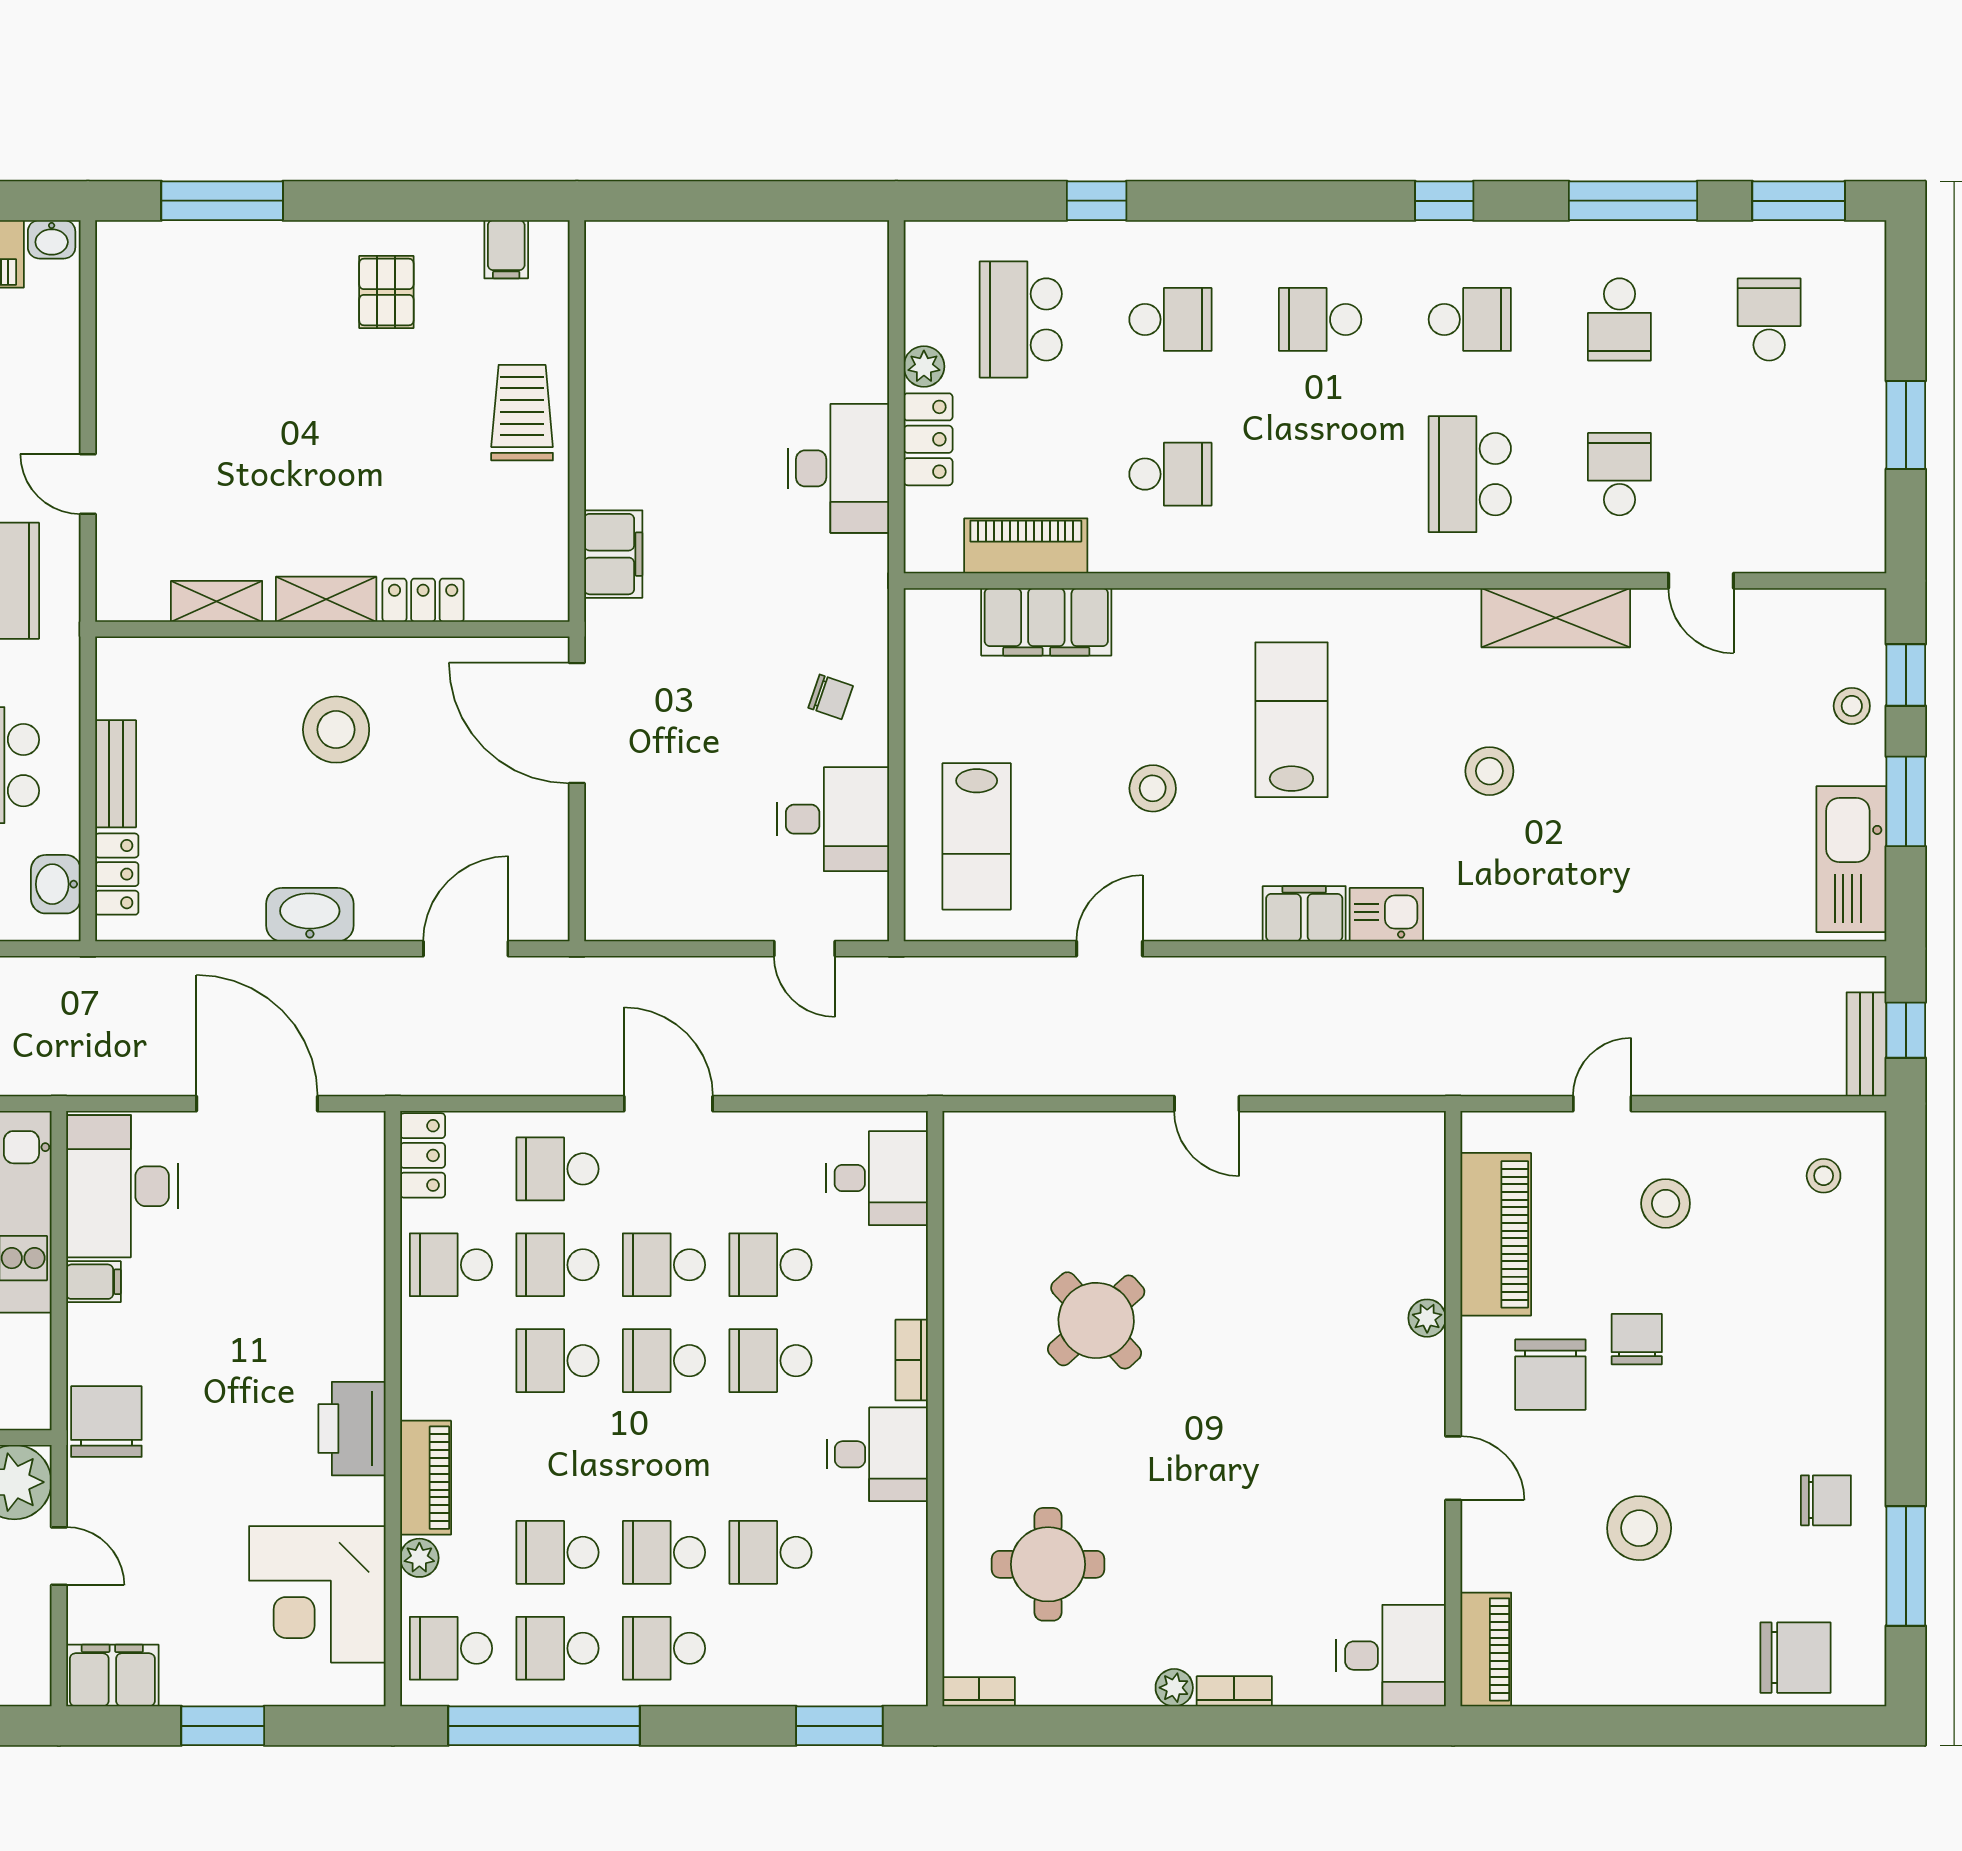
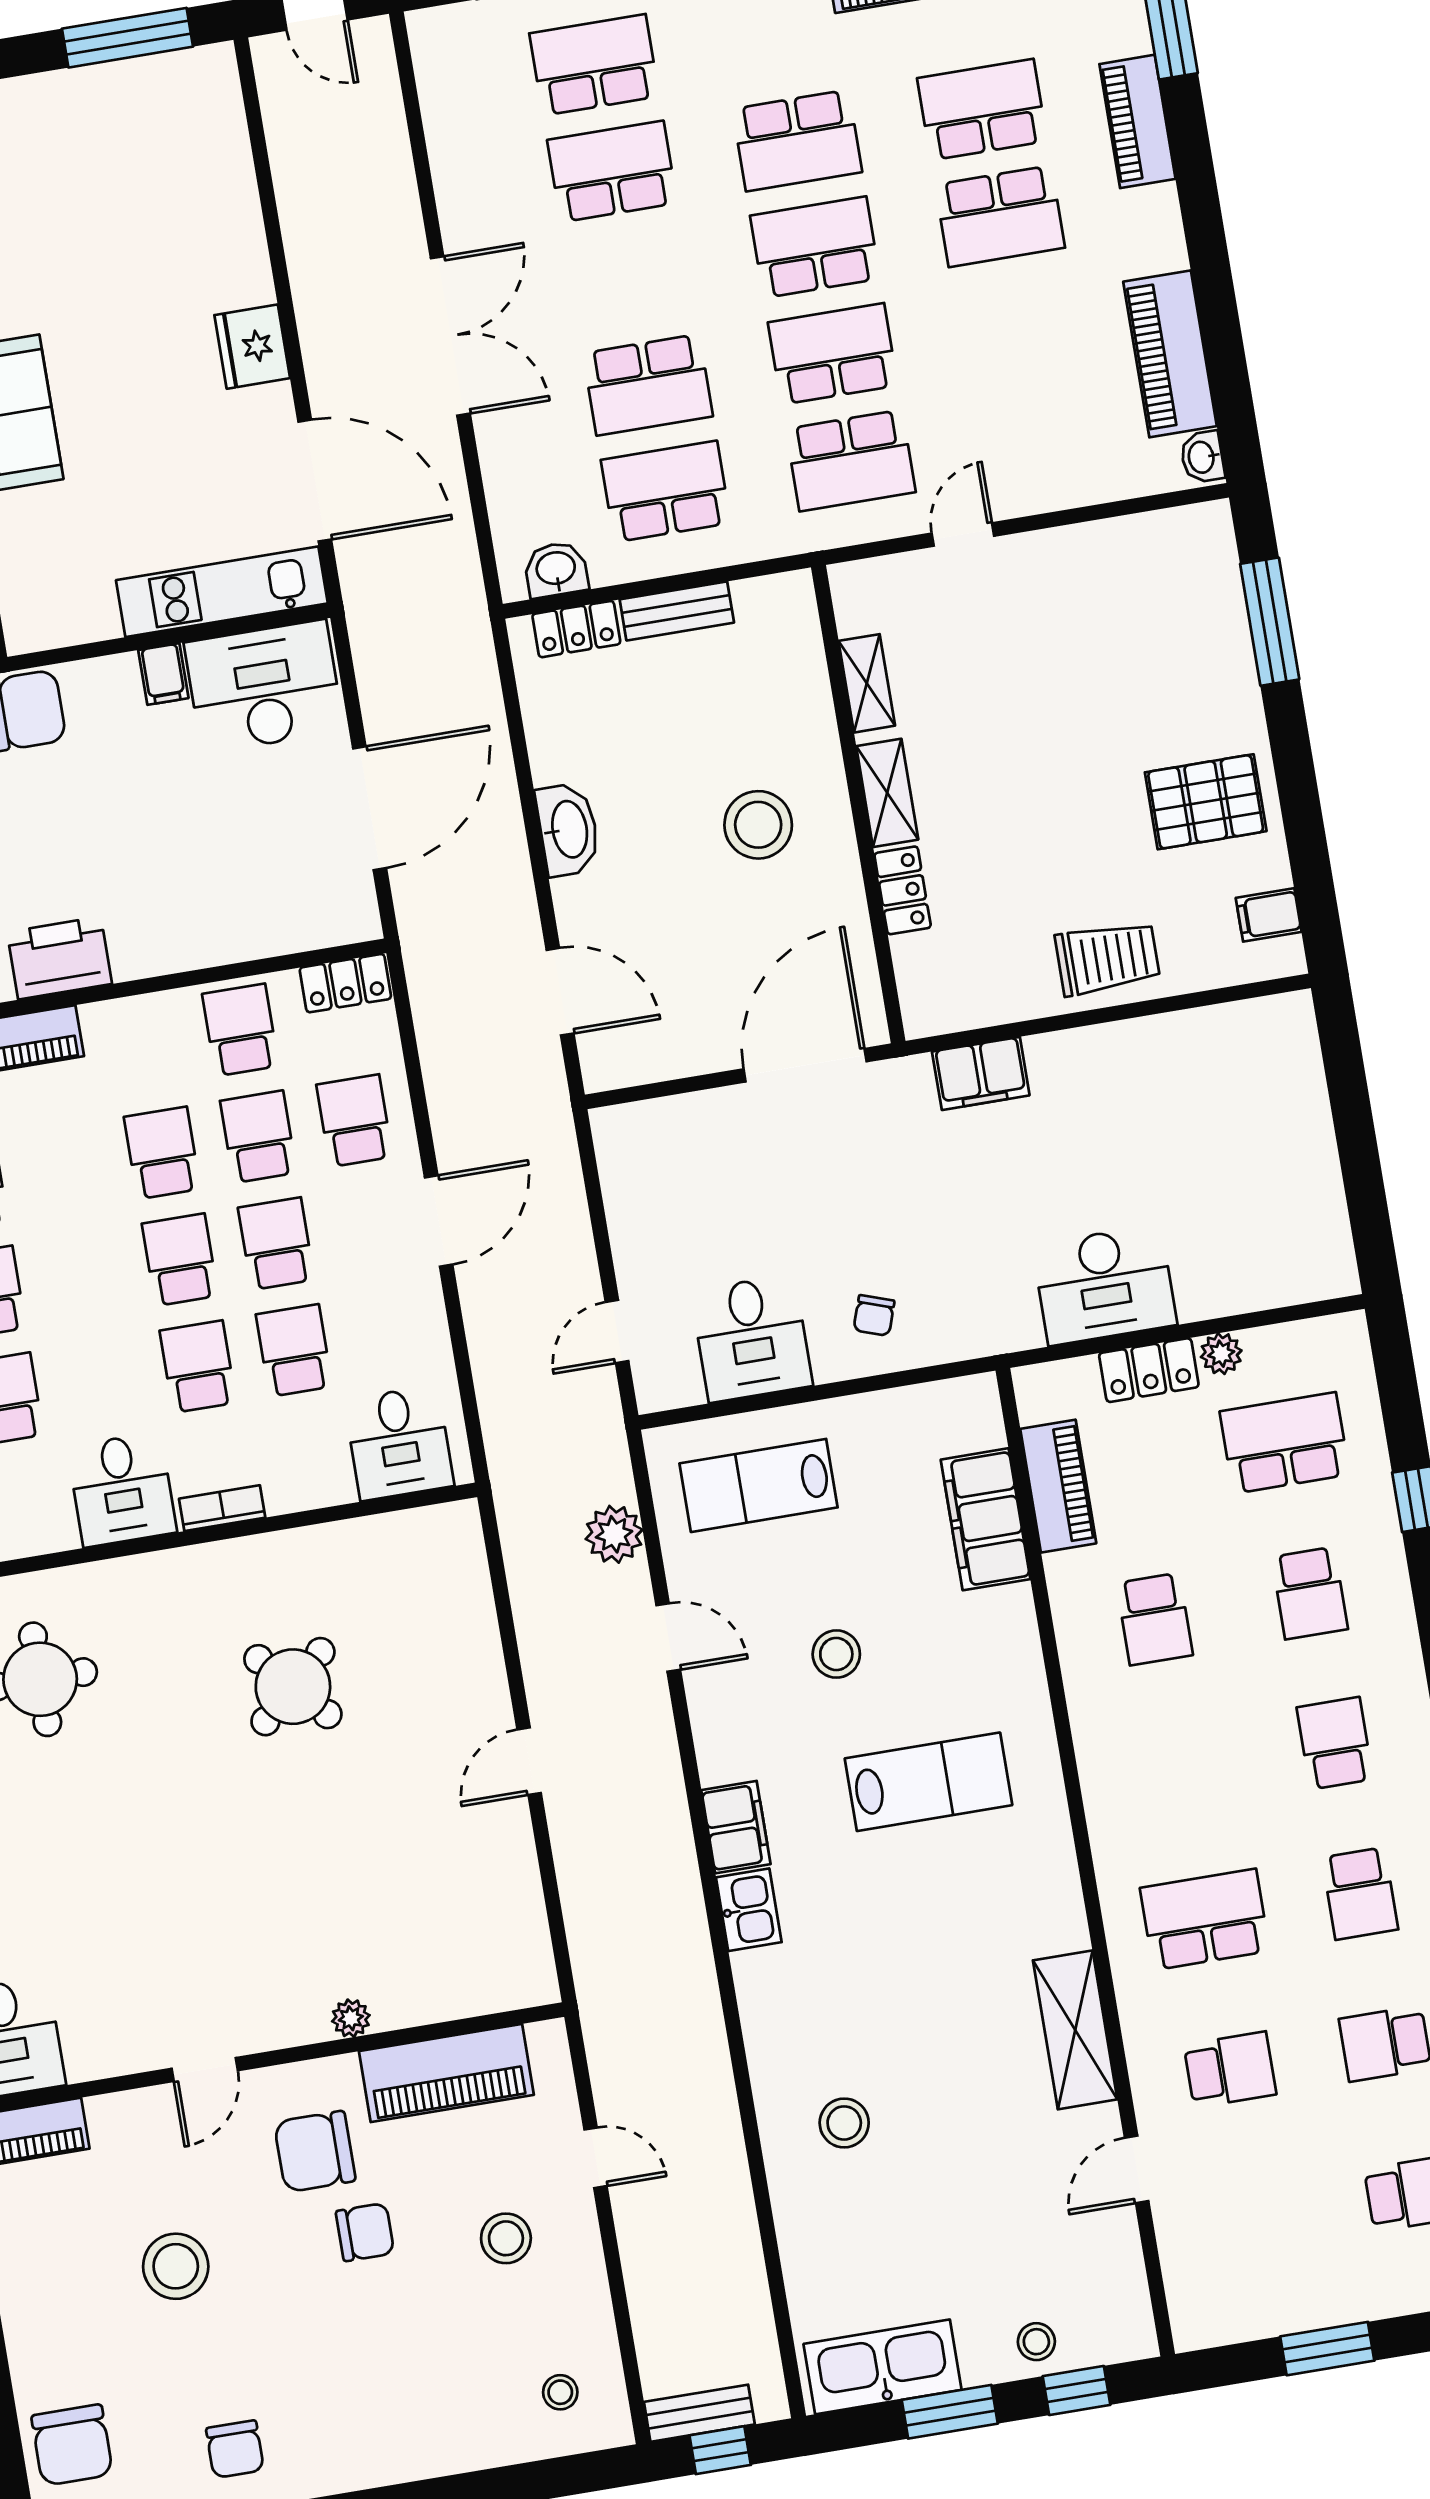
pallet: (386, 292) -> (1206, 802), width x1.50, depth x1.42
stool: (1489, 771) -> (844, 2123), moved
plant: (1001, 984) -> (614, 1534), added

